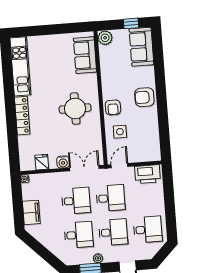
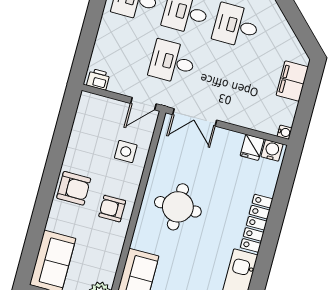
armchair: (113, 107) -> (112, 209), moved, turned -90
water cooler: (63, 162) -> (272, 150), moved
printer: (148, 174) -> (98, 79), width x0.53, depth x0.68
desk: (76, 201) -> (223, 75), removed

